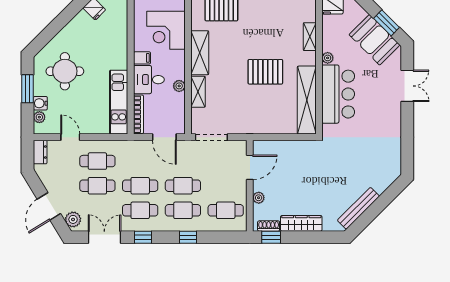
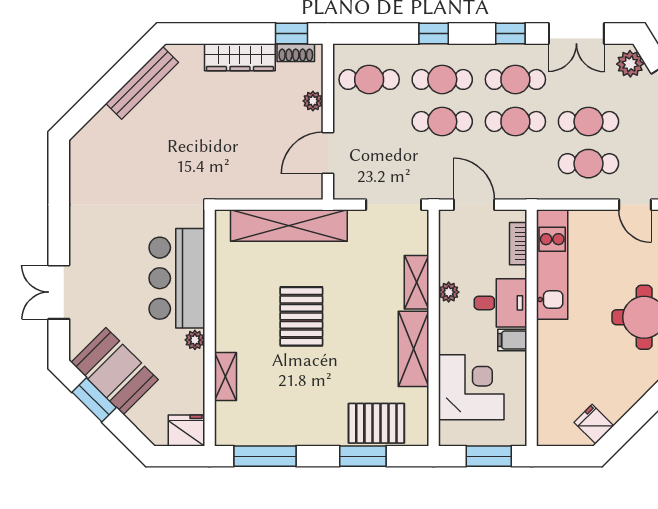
pallet: (265, 72) -> (301, 316), turned 90
shelving: (307, 100) -> (289, 225), moved, turned 90
bookcase: (138, 114) -> (518, 244), width x0.64

